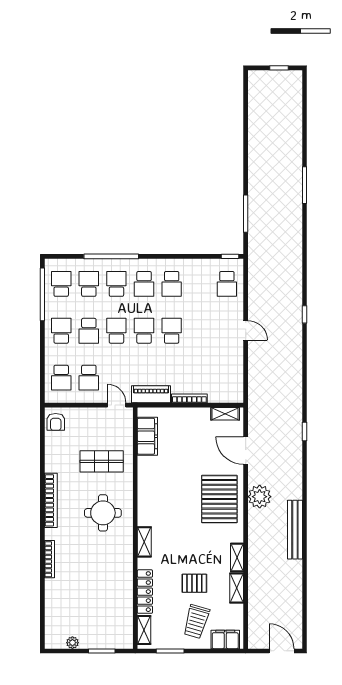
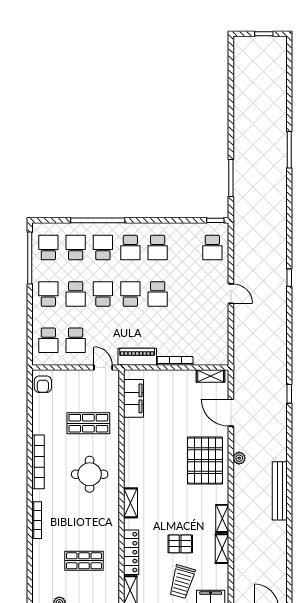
school desk: (172, 331) -> (158, 294), turned 180
plant: (260, 497) -> (239, 458), width x0.53, depth x0.53
shop shelf: (97, 600) -> (84, 561), added

